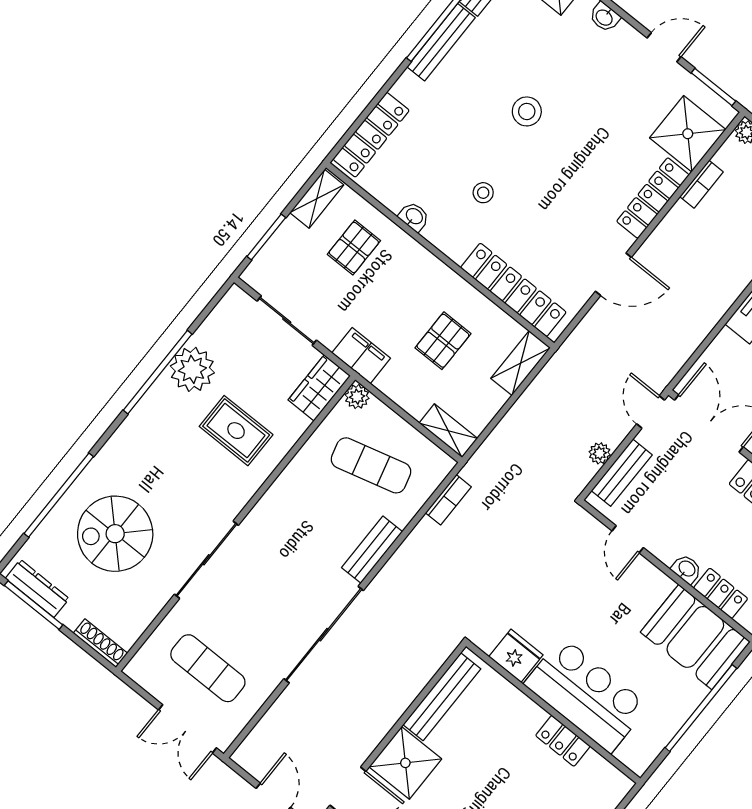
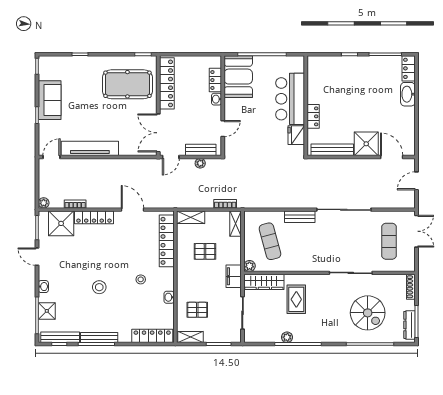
plant: (192, 369) -> (287, 337), width x0.53, depth x0.53
wardrobe: (319, 388) -> (264, 282), width x1.50
bookcase: (448, 500) -> (225, 204), moved
locker: (563, 741) -> (313, 116), moved

